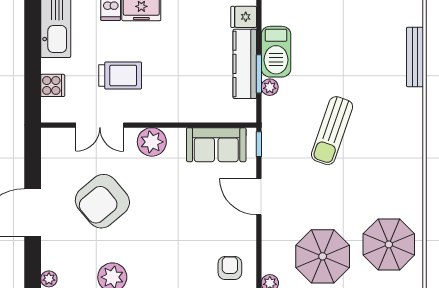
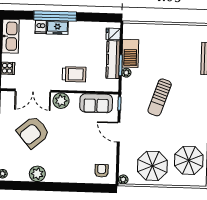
trolley: (120, 76) -> (74, 74), moved
double door: (100, 125) -> (33, 91), width x1.37

